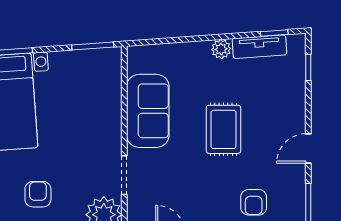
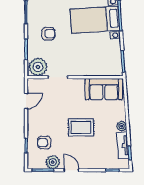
sofa: (148, 111) -> (104, 89), moved
plant: (292, 185) -> (53, 162), added

